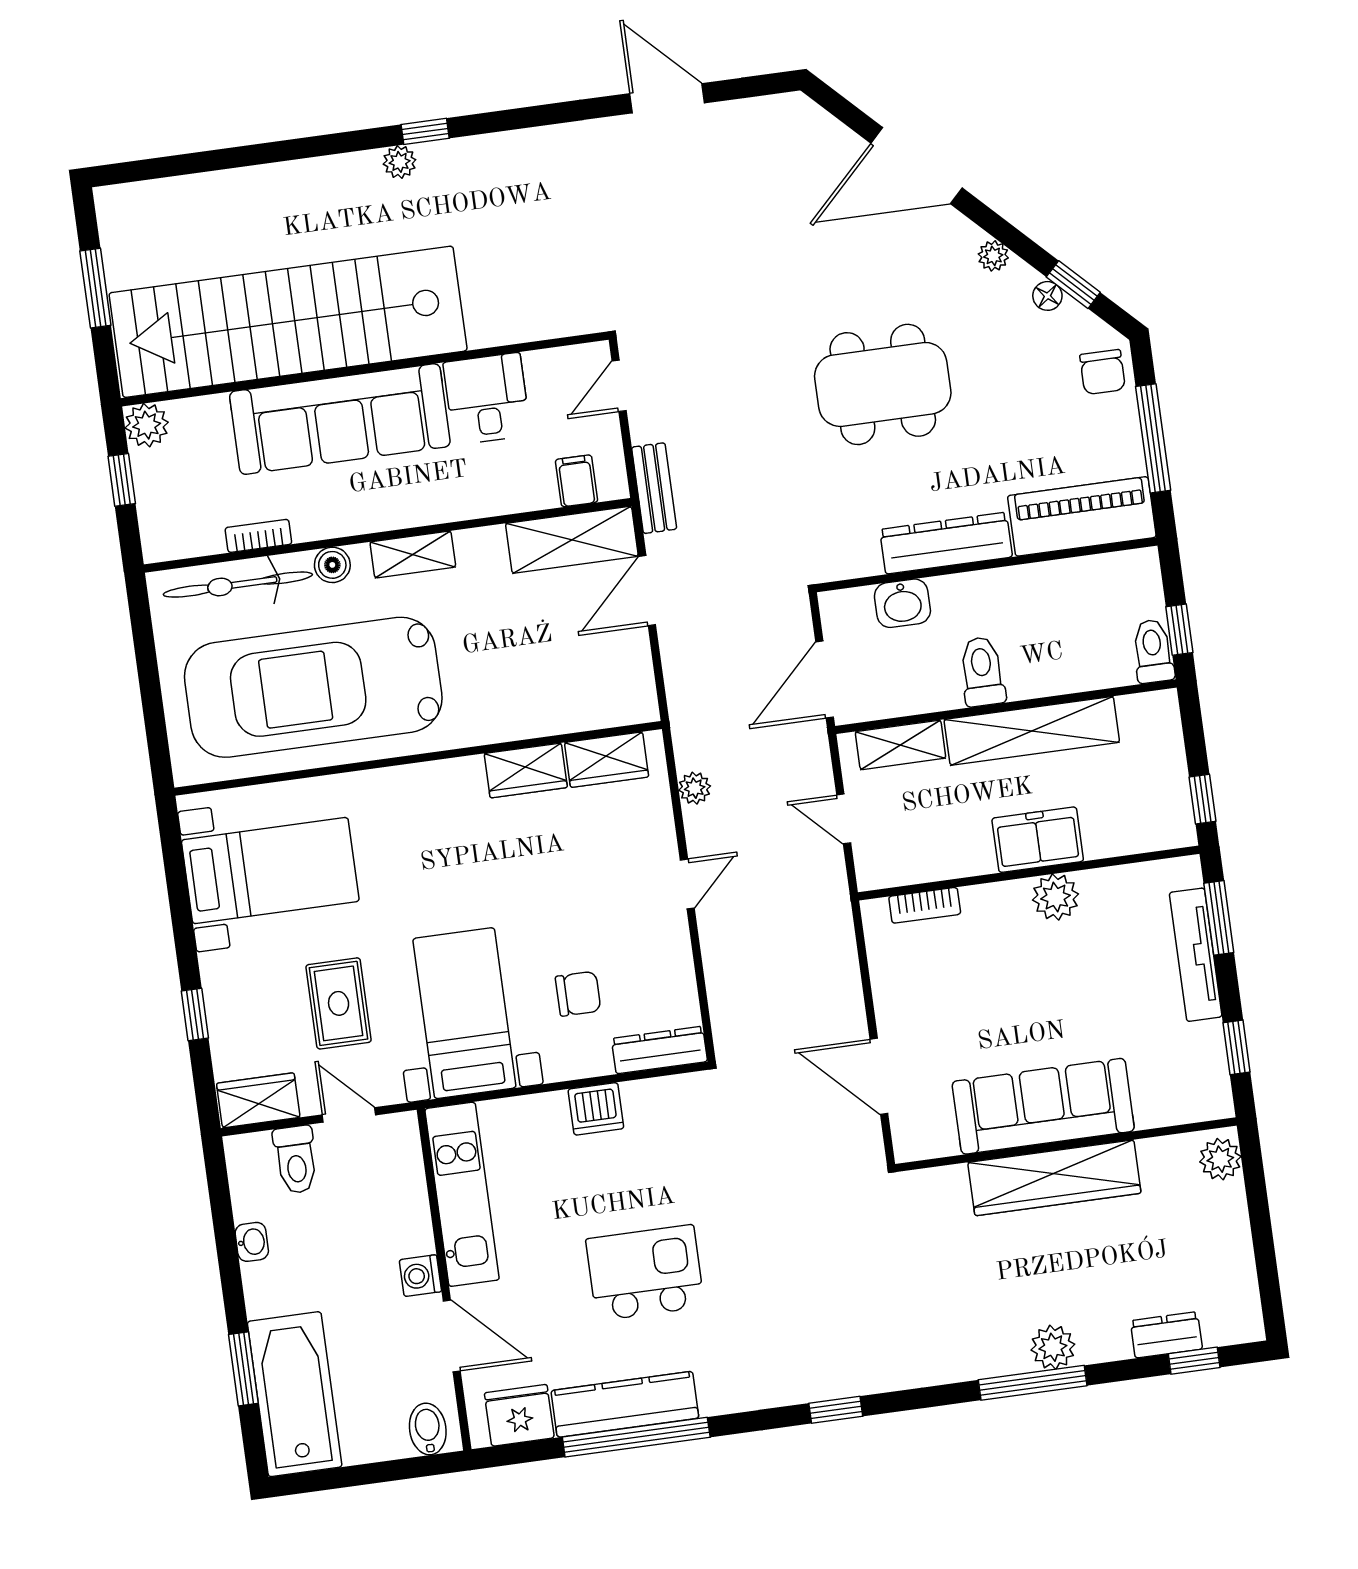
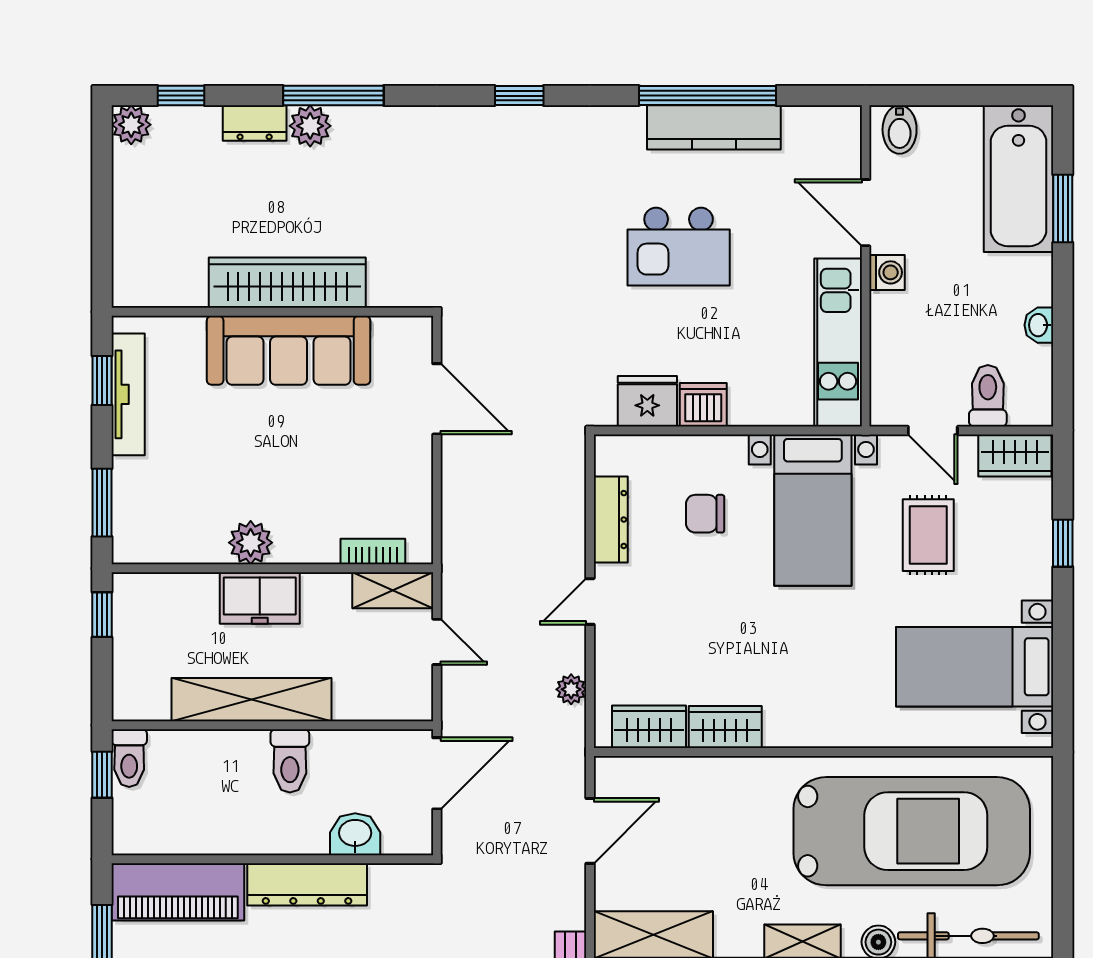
door: (647, 591) -> (590, 831), moved
shelving: (901, 745) -> (393, 590), moved
tv unit: (1196, 955) -> (128, 394), moved
dresser: (659, 1050) -> (611, 520), moved, turned -90
plant: (1220, 1159) -> (131, 125), moved
dresser: (1166, 1335) -> (255, 123), moved
fridge: (519, 1415) -> (647, 401), moved, turned 180

